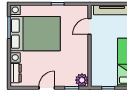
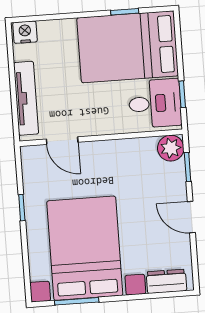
desk: (105, 74) -> (155, 103), added

